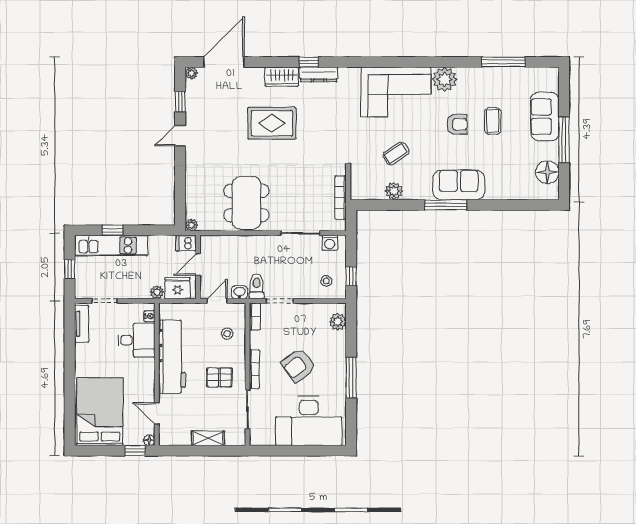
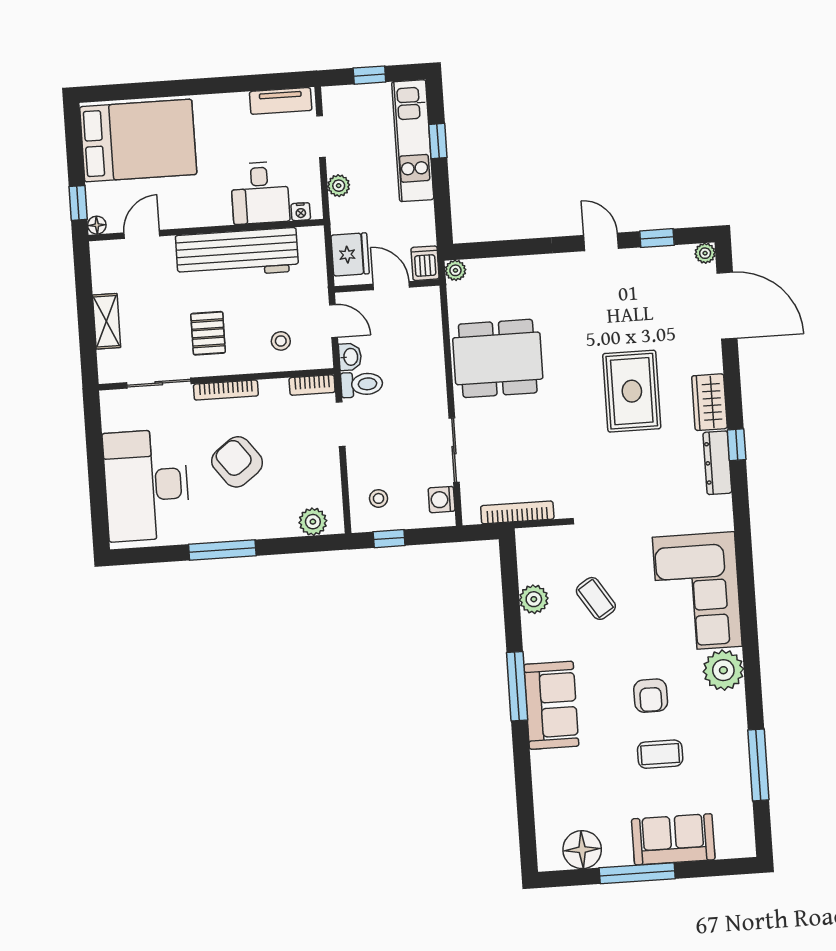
plant: (157, 292) -> (339, 186), moved

